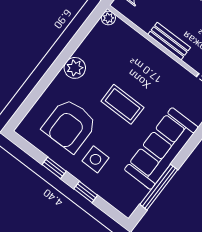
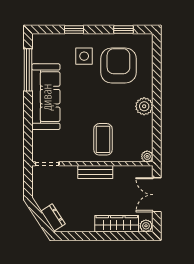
coffee table: (122, 104) -> (103, 139), moved, turned 90
window: (54, 168) -> (123, 29), moved

